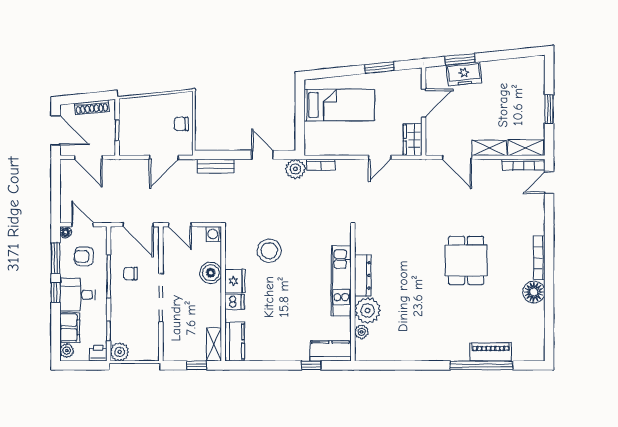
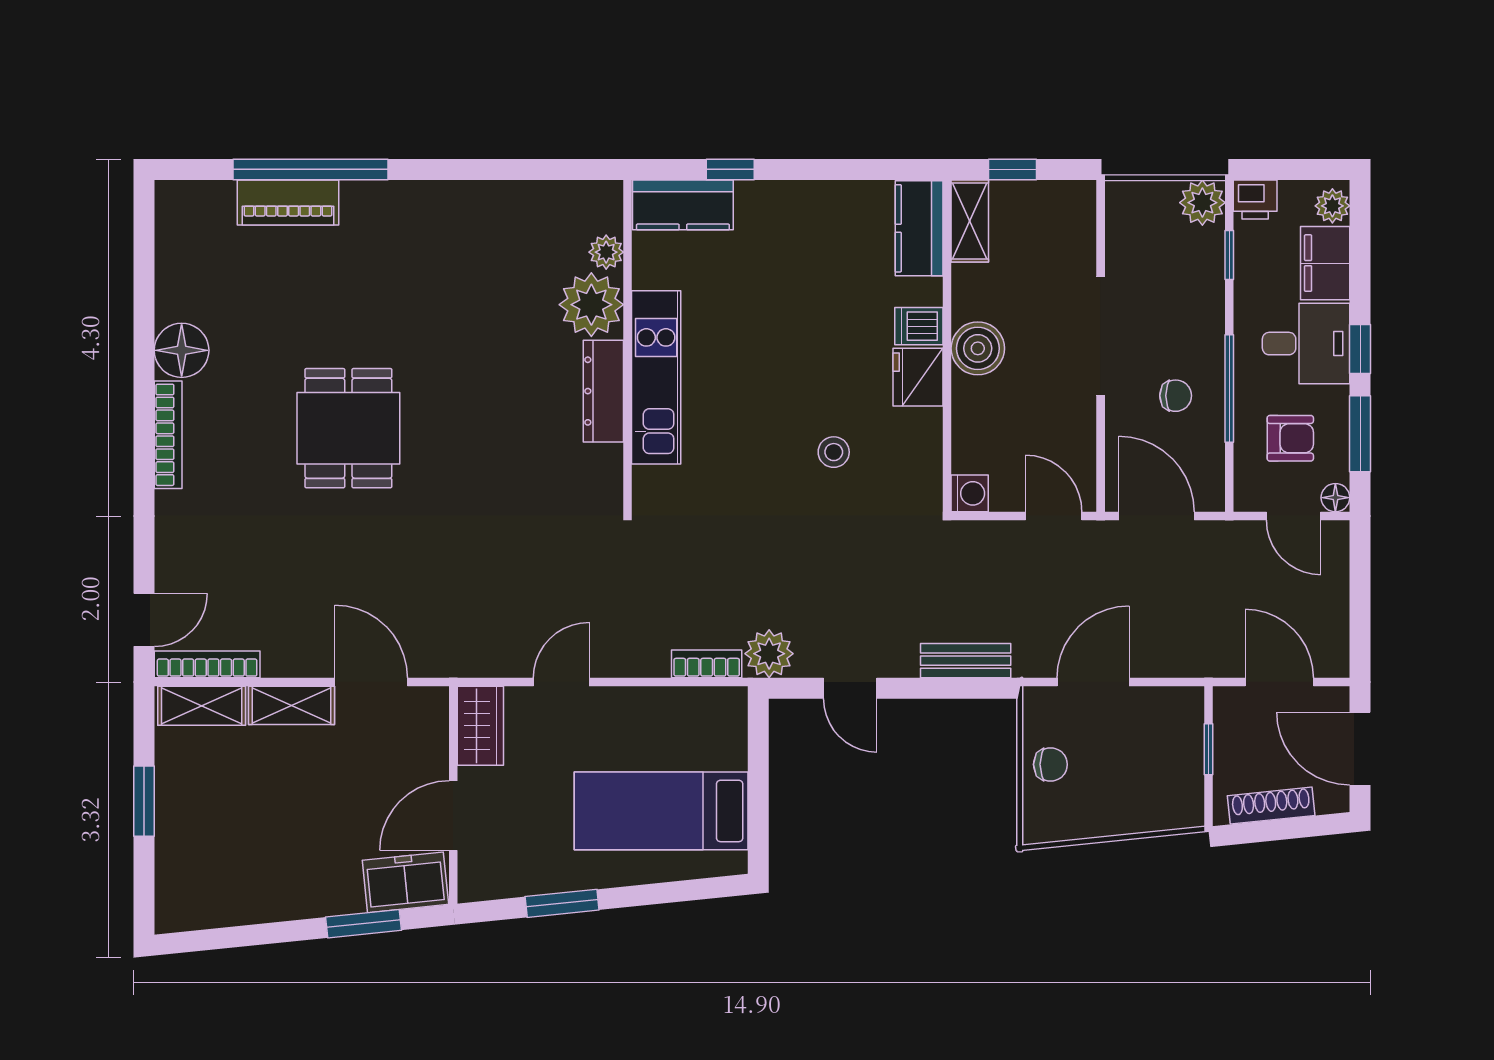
freezer: (464, 74) -> (405, 882), moved
stool: (269, 251) -> (834, 452), width x0.53, depth x0.53
boiler: (211, 273) -> (978, 348), moved

